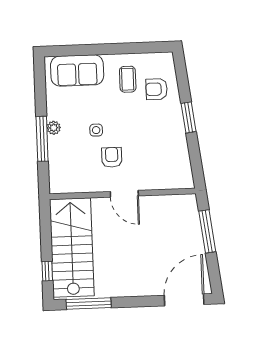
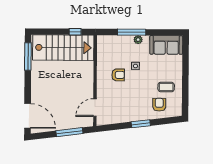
sofa: (77, 70) -> (166, 45), moved, turned -90
door: (124, 194) -> (95, 108), moved
window: (47, 271) -> (75, 32), moved

